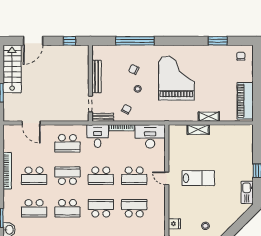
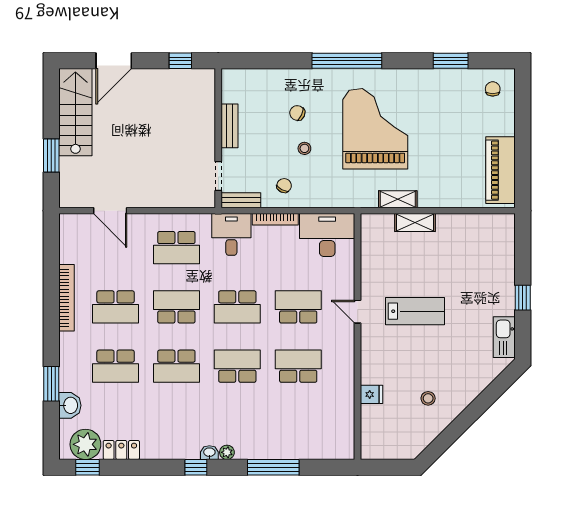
window: (135, 41) -> (347, 61), moved
bench: (97, 76) -> (230, 126), width x0.73
shelving: (209, 117) -> (398, 199), moved
school desk: (134, 176) -> (298, 307), turned 180

